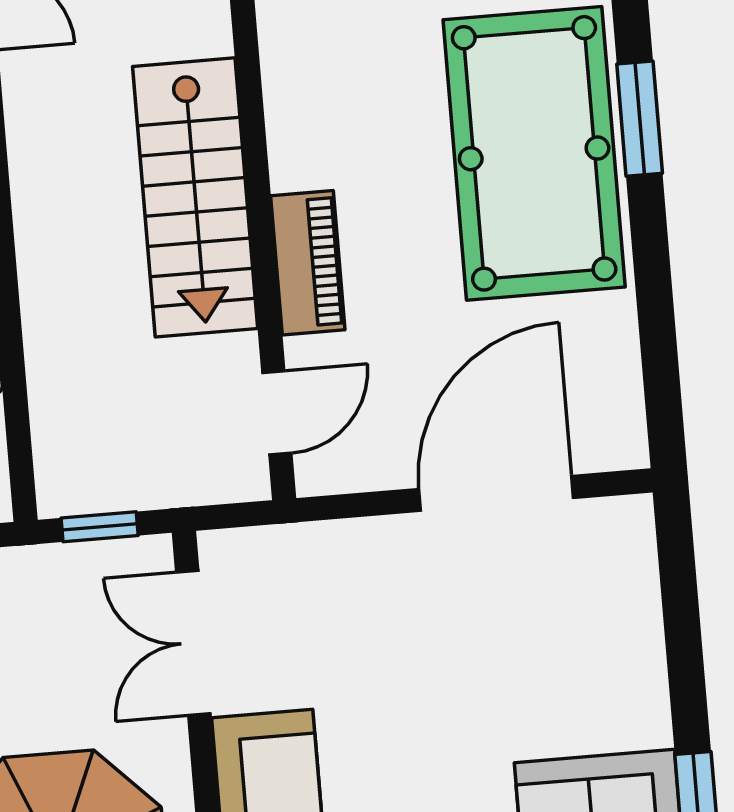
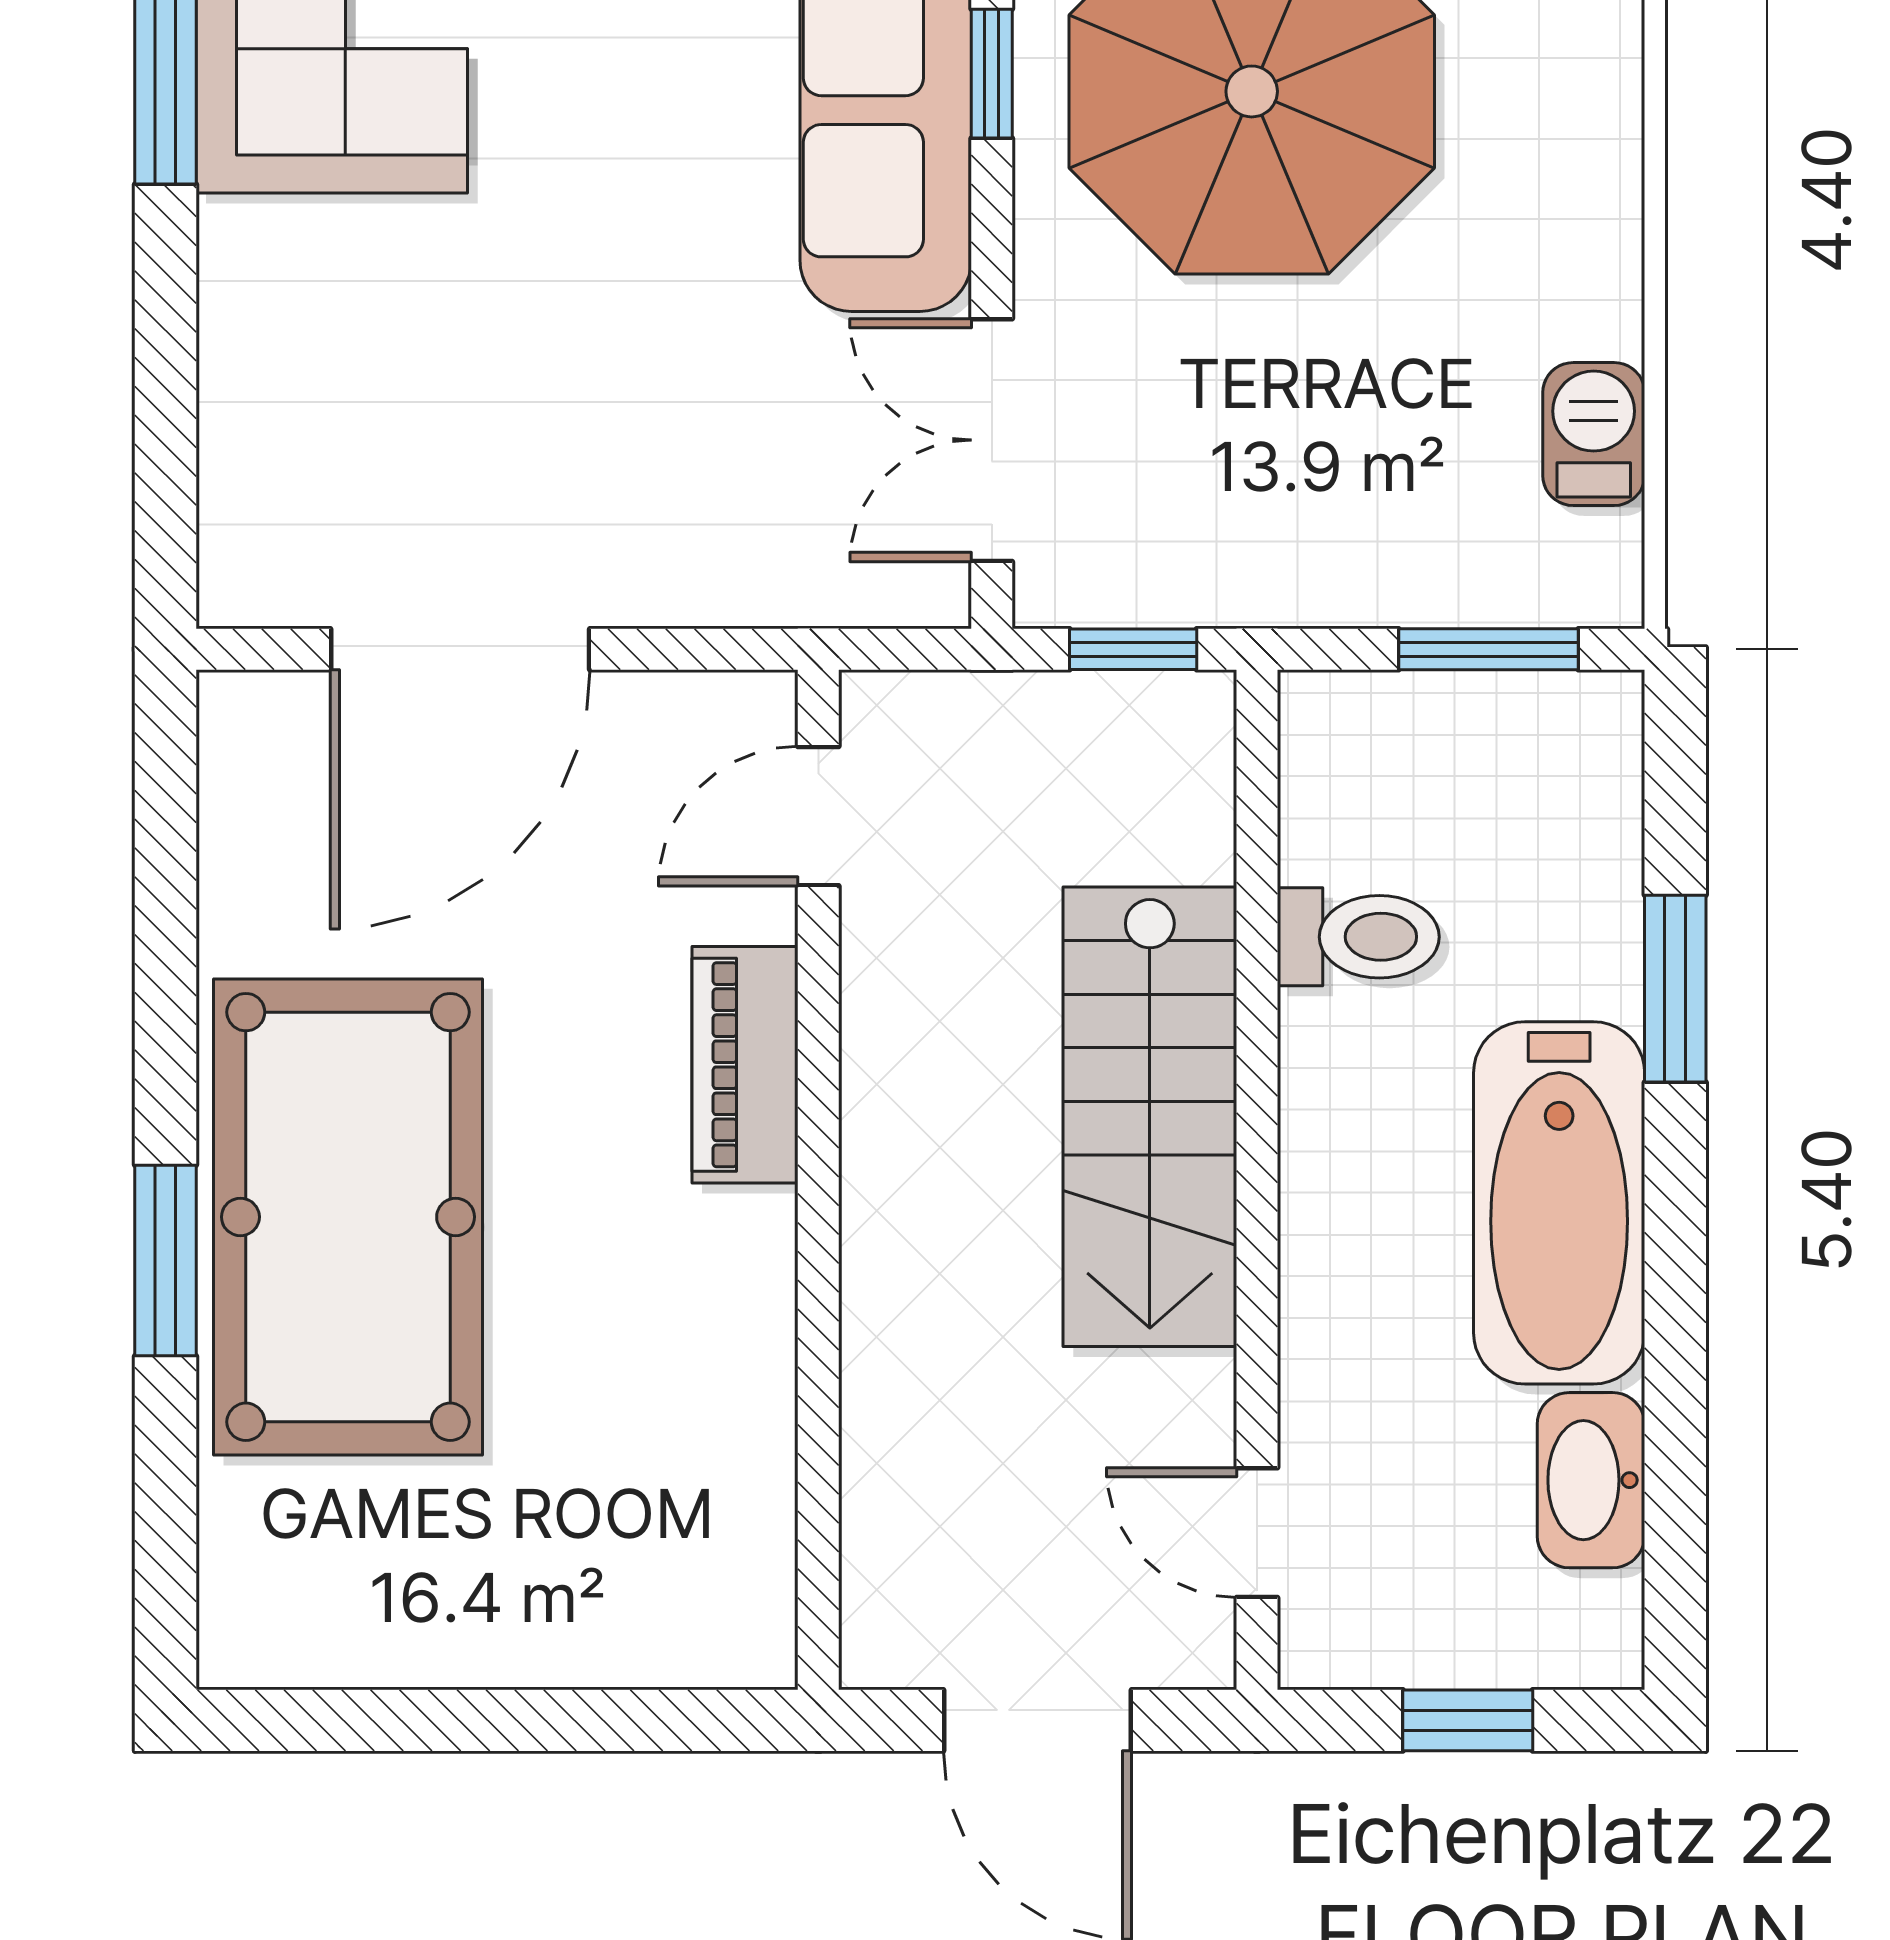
stairs: (195, 197) -> (1150, 1117), moved, turned 180
double door: (193, 643) -> (992, 440), swing flipped

